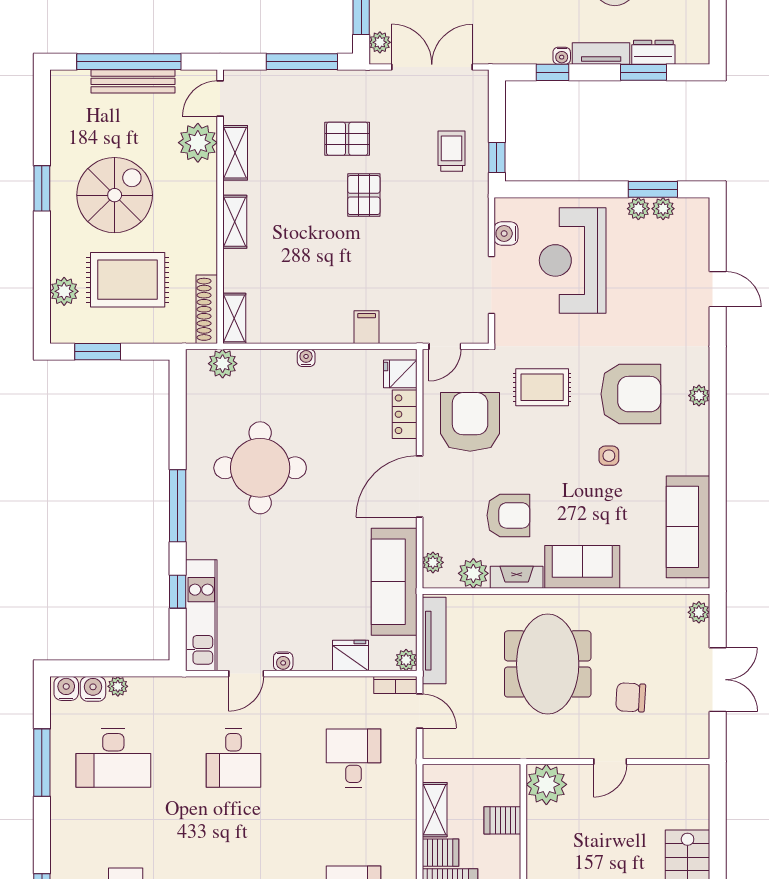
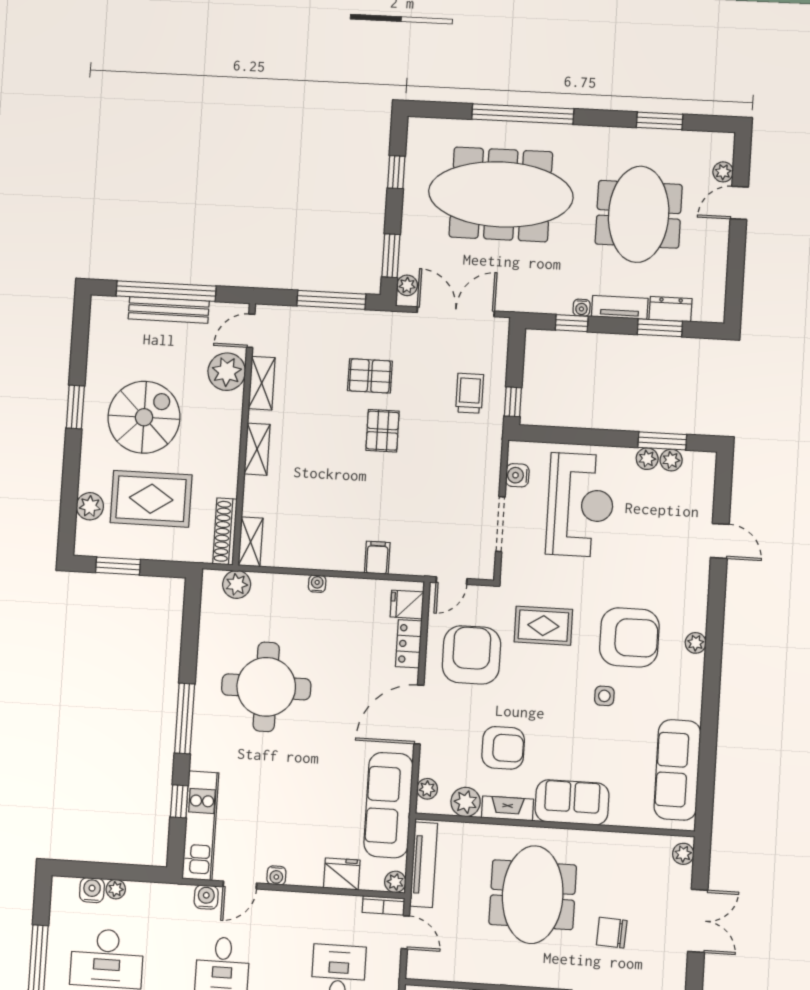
reception desk: (573, 260) -> (580, 505), turned 180
water cooler: (66, 688) -> (206, 897), moved

